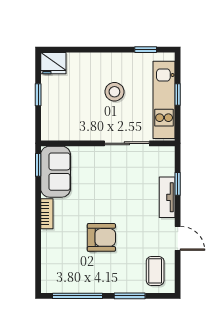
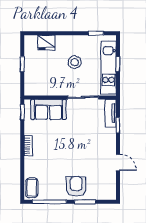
fridge: (53, 63) -> (46, 43), moved
sofa: (56, 172) -> (48, 109), moved, turned 90
tv unit: (167, 197) -> (111, 113), moved
armchair: (101, 237) -> (76, 186), moved, turned -90
coffee table: (155, 271) -> (32, 188), moved

